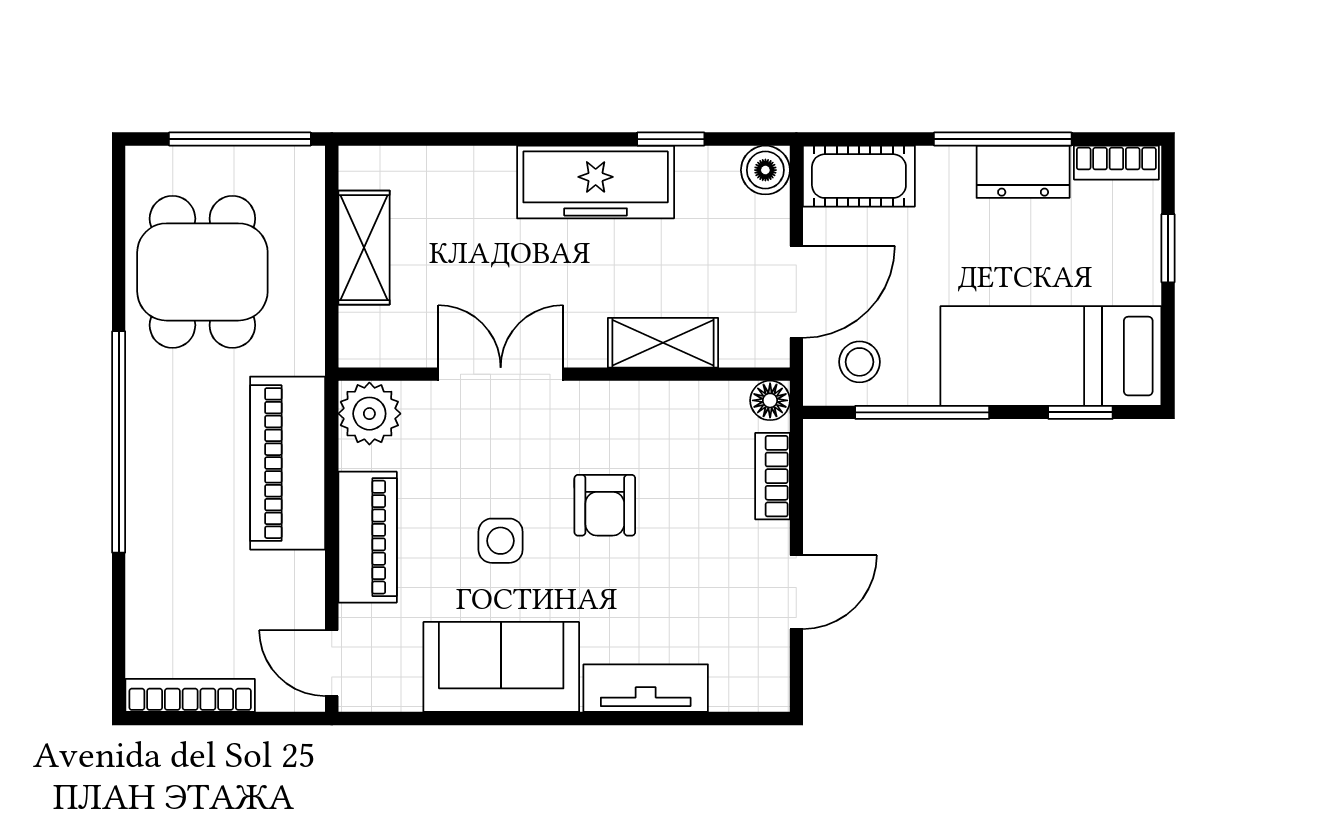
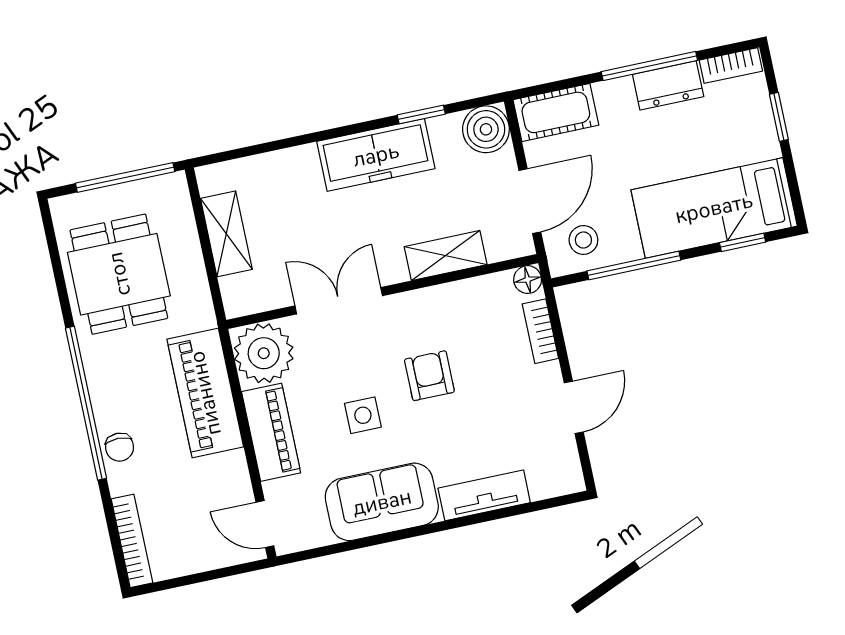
boiler: (765, 170) -> (486, 129), width x1.36, depth x1.36
plant: (369, 414) -> (264, 353), width x1.36, depth x1.36
armchair: (605, 505) -> (429, 376), turned 180
chair: (152, 513) -> (120, 447), added
bookcase: (190, 695) -> (132, 541), moved, turned 90

